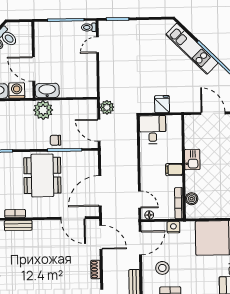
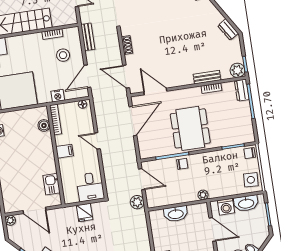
washbasin: (47, 90) -> (176, 214), moved
plant: (43, 110) -> (203, 195), width x0.53, depth x0.53
kitchen sink: (192, 159) -> (52, 184), moved
door: (140, 200) -> (97, 141), moved

